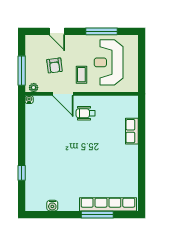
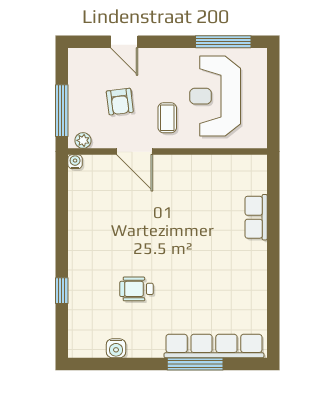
window: (102, 31) -> (223, 42), moved
wheelchair: (86, 113) -> (137, 289), moved

